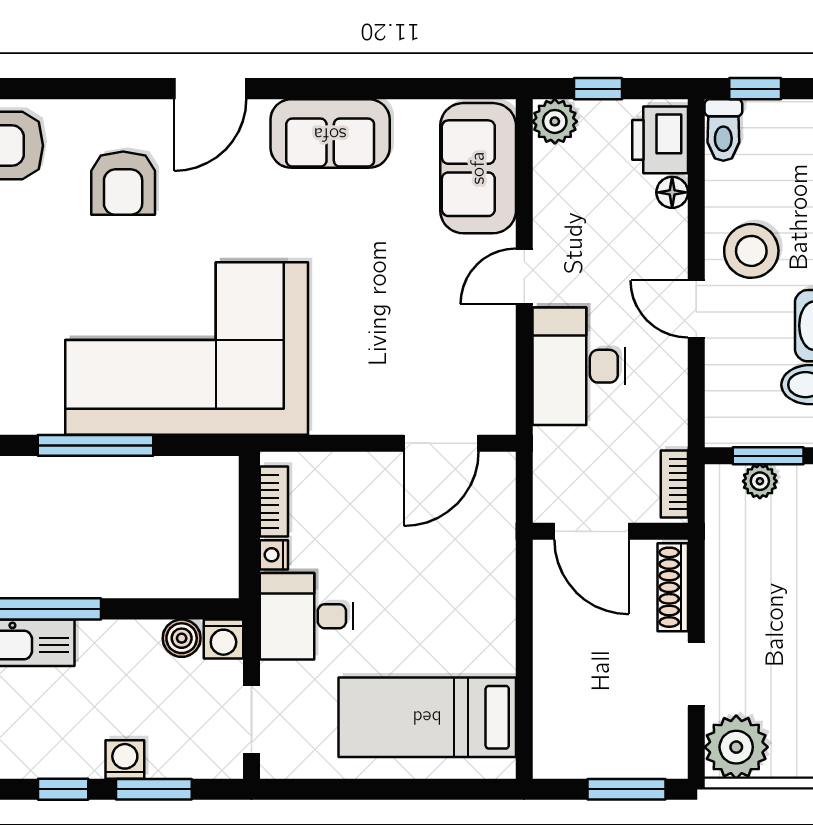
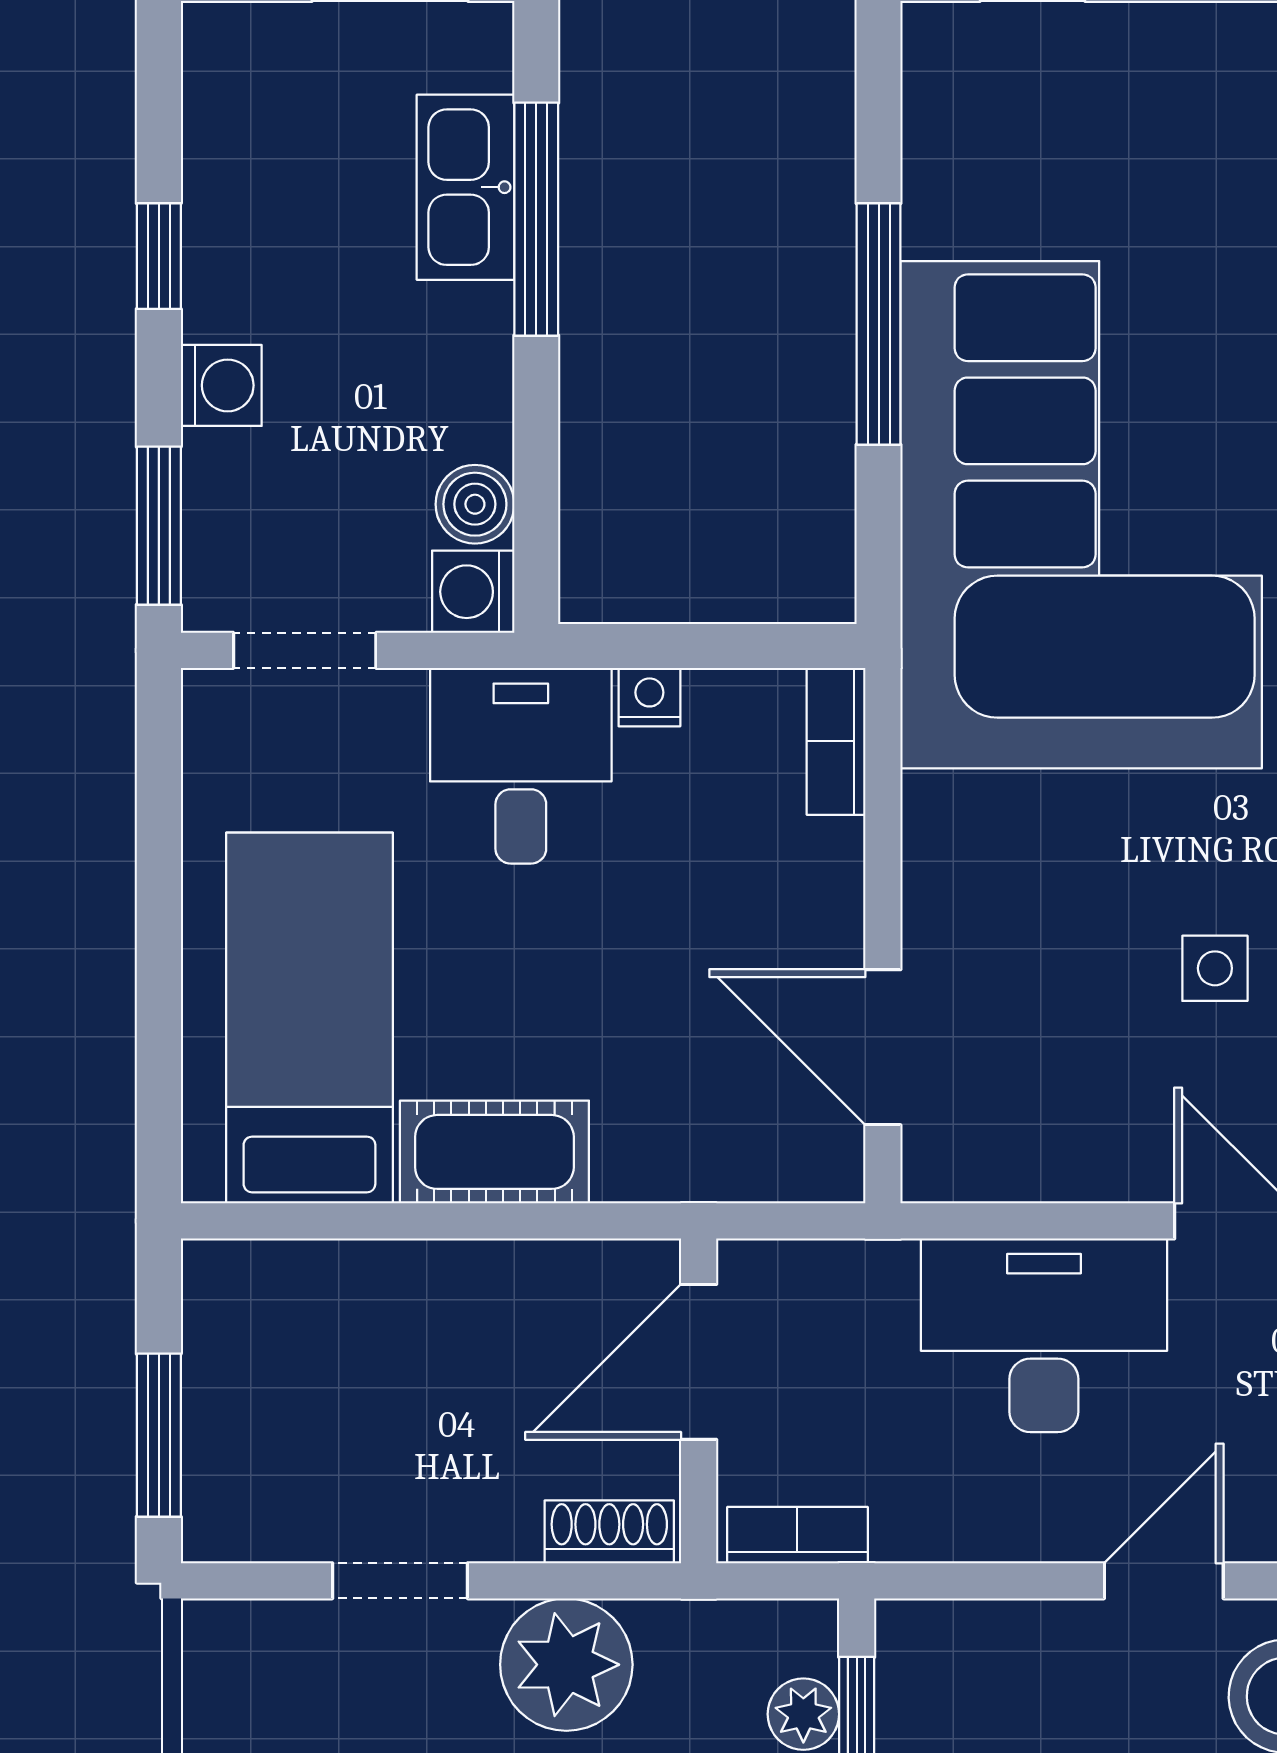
side table: (403, 285) -> (1215, 968), added
bookcase: (274, 502) -> (836, 741), moved, turned 90
shoe rack: (673, 587) -> (609, 1532), width x0.70
cot: (491, 629) -> (494, 1152), added
plant: (736, 747) -> (566, 1665), moved
window: (154, 789) -> (159, 526), moved

